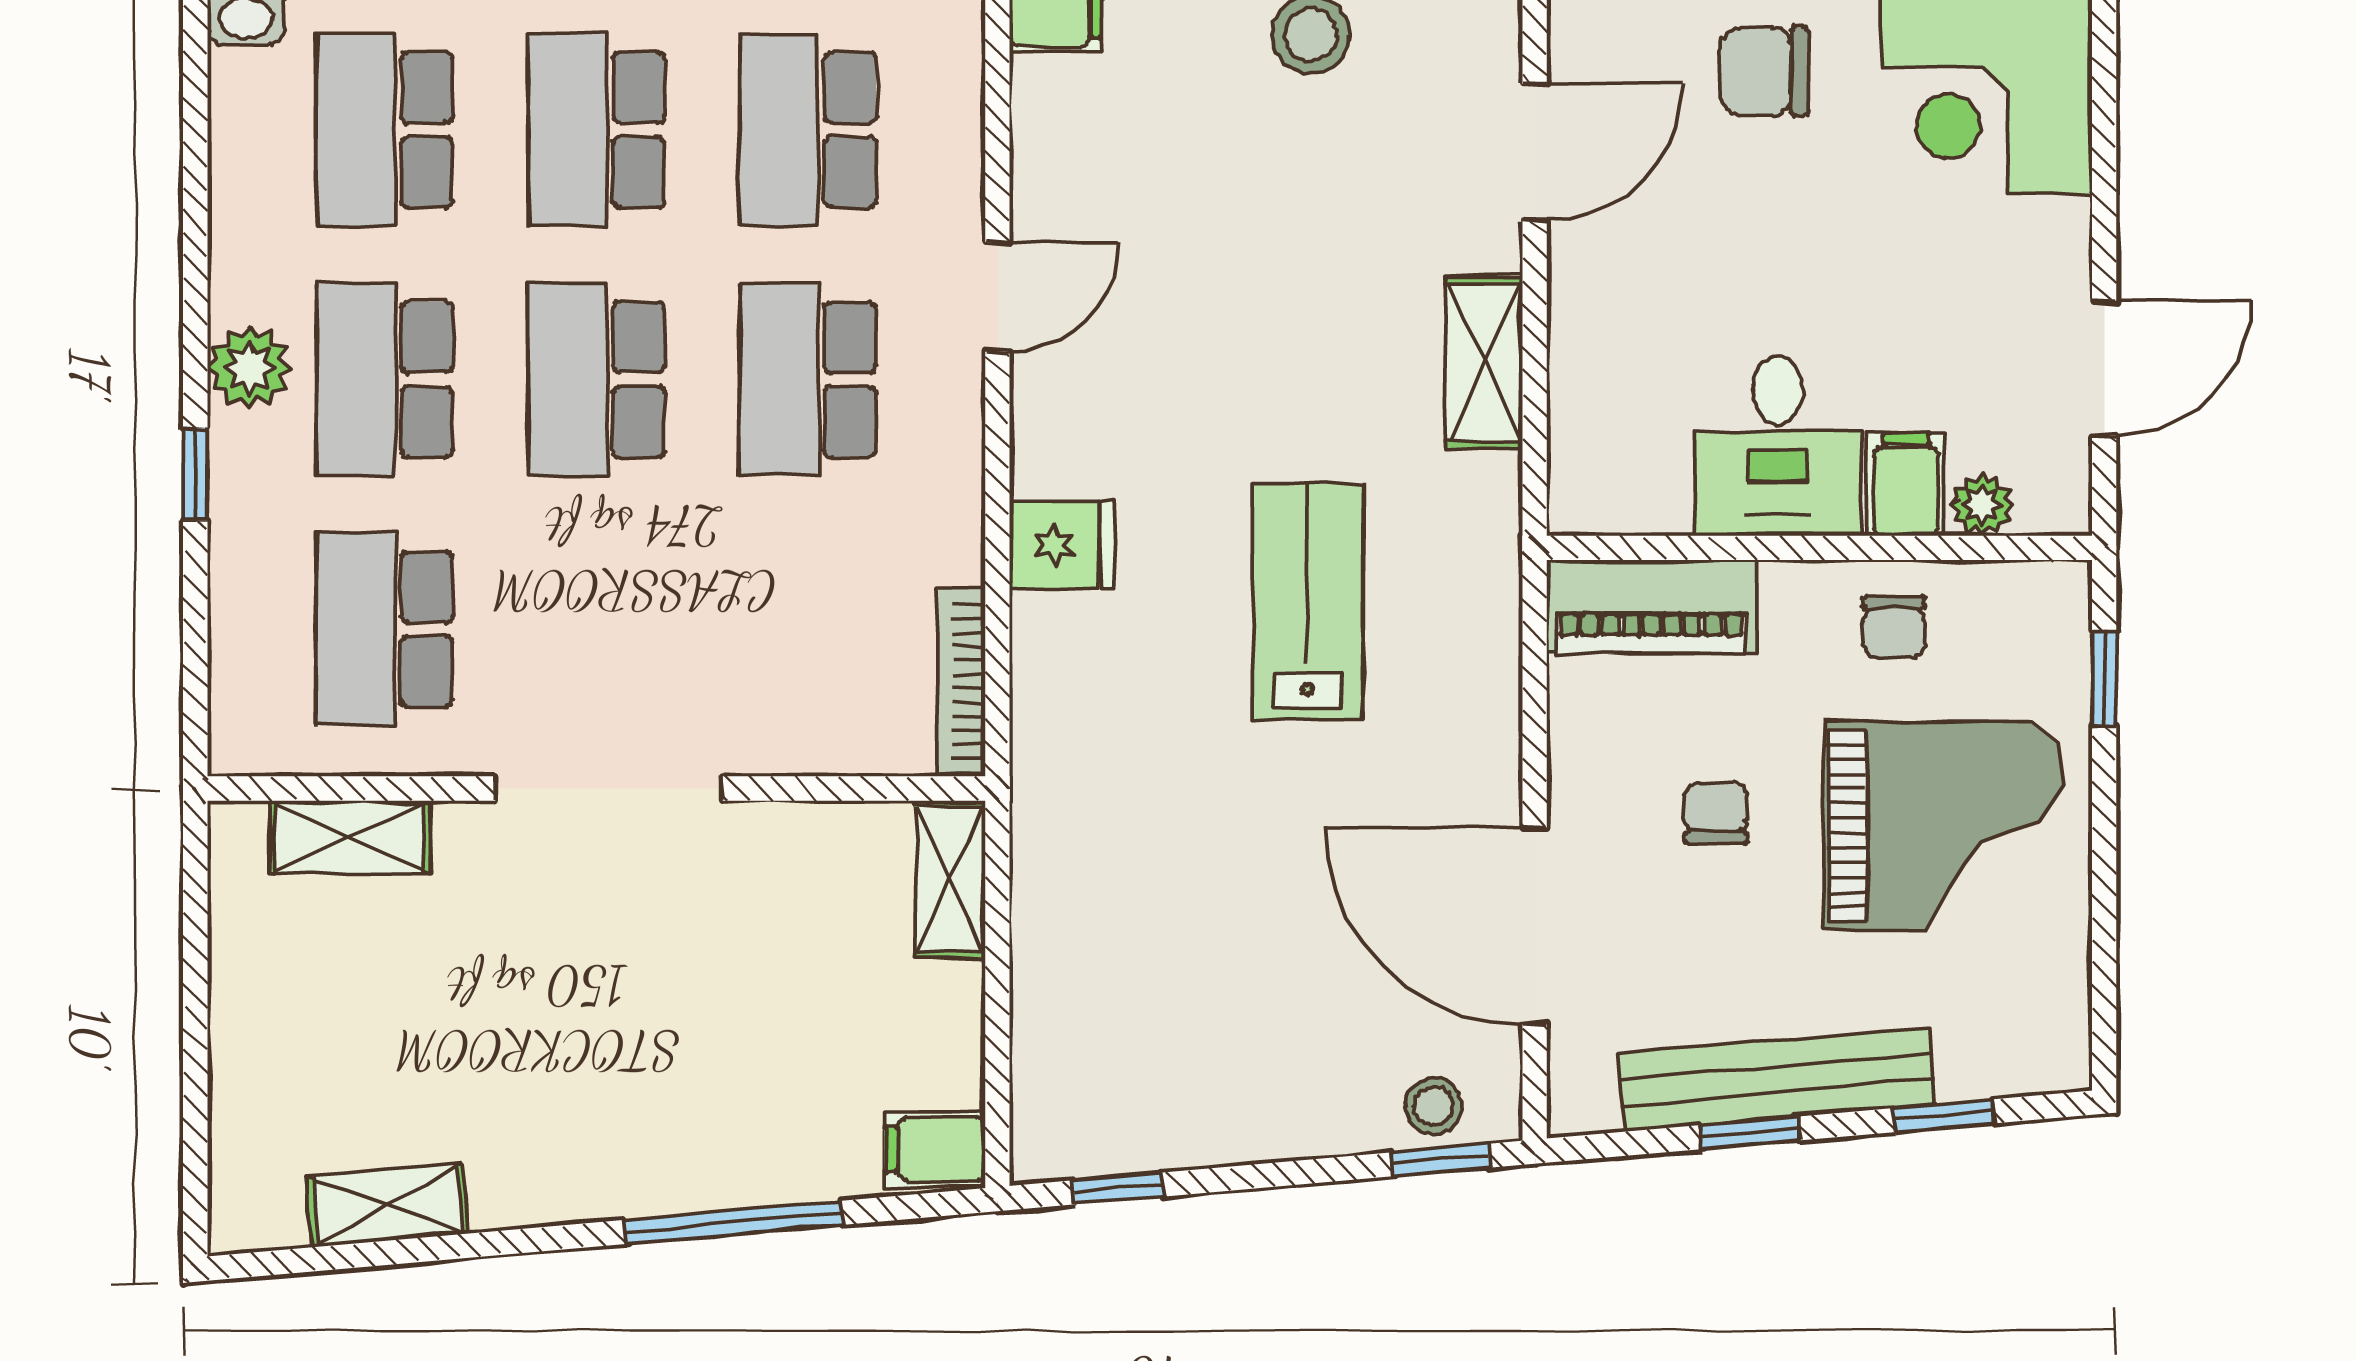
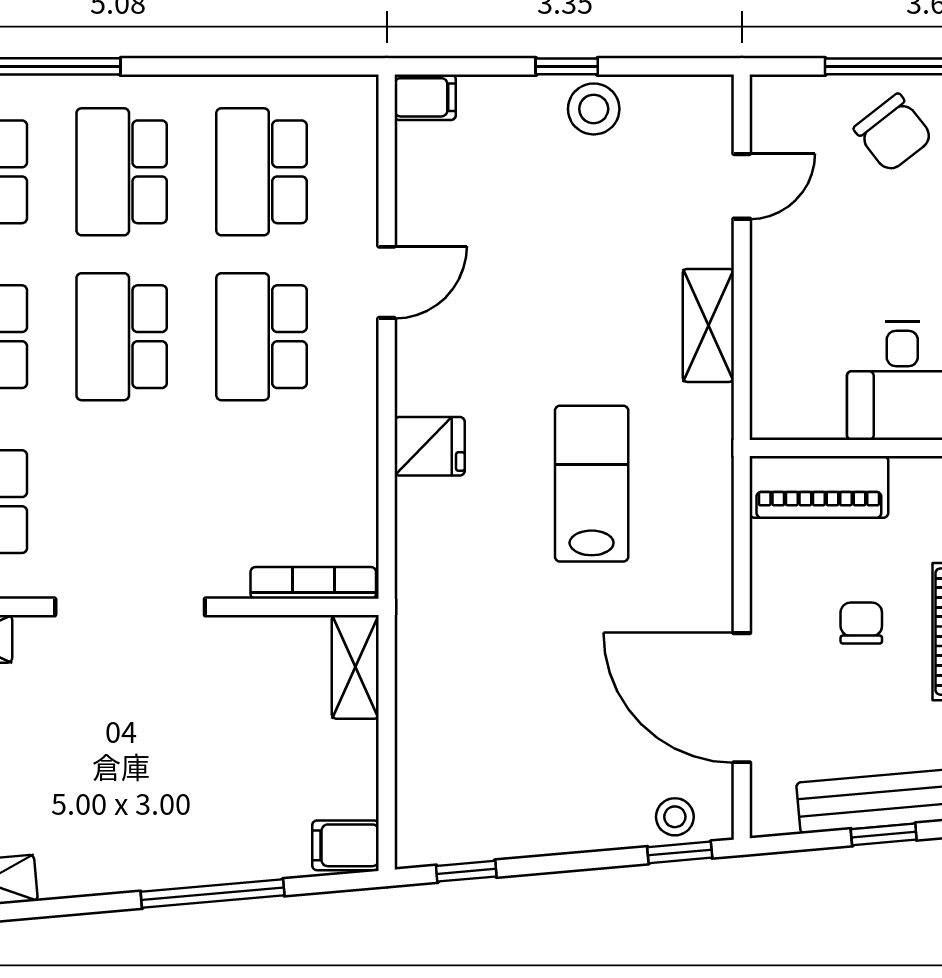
chair: (1764, 71) -> (893, 133), turned -128
door: (1535, 152) -> (742, 186), width x0.73
bookcase: (961, 682) -> (313, 583), moved, turned 90

